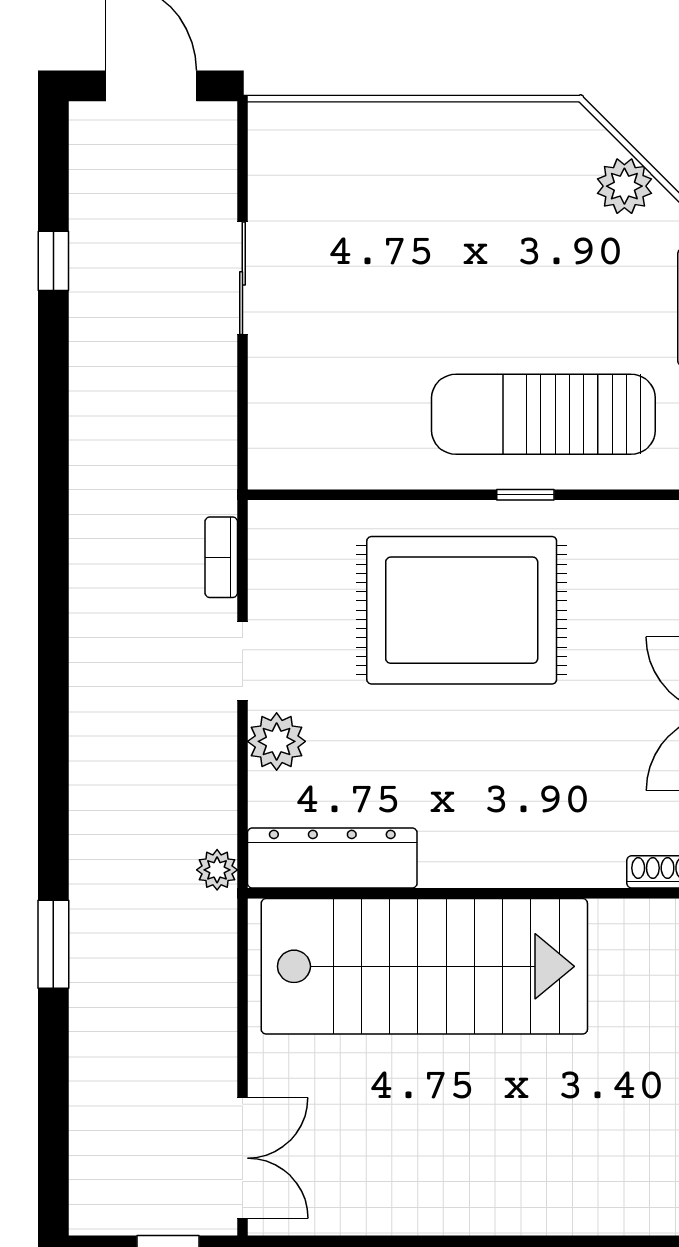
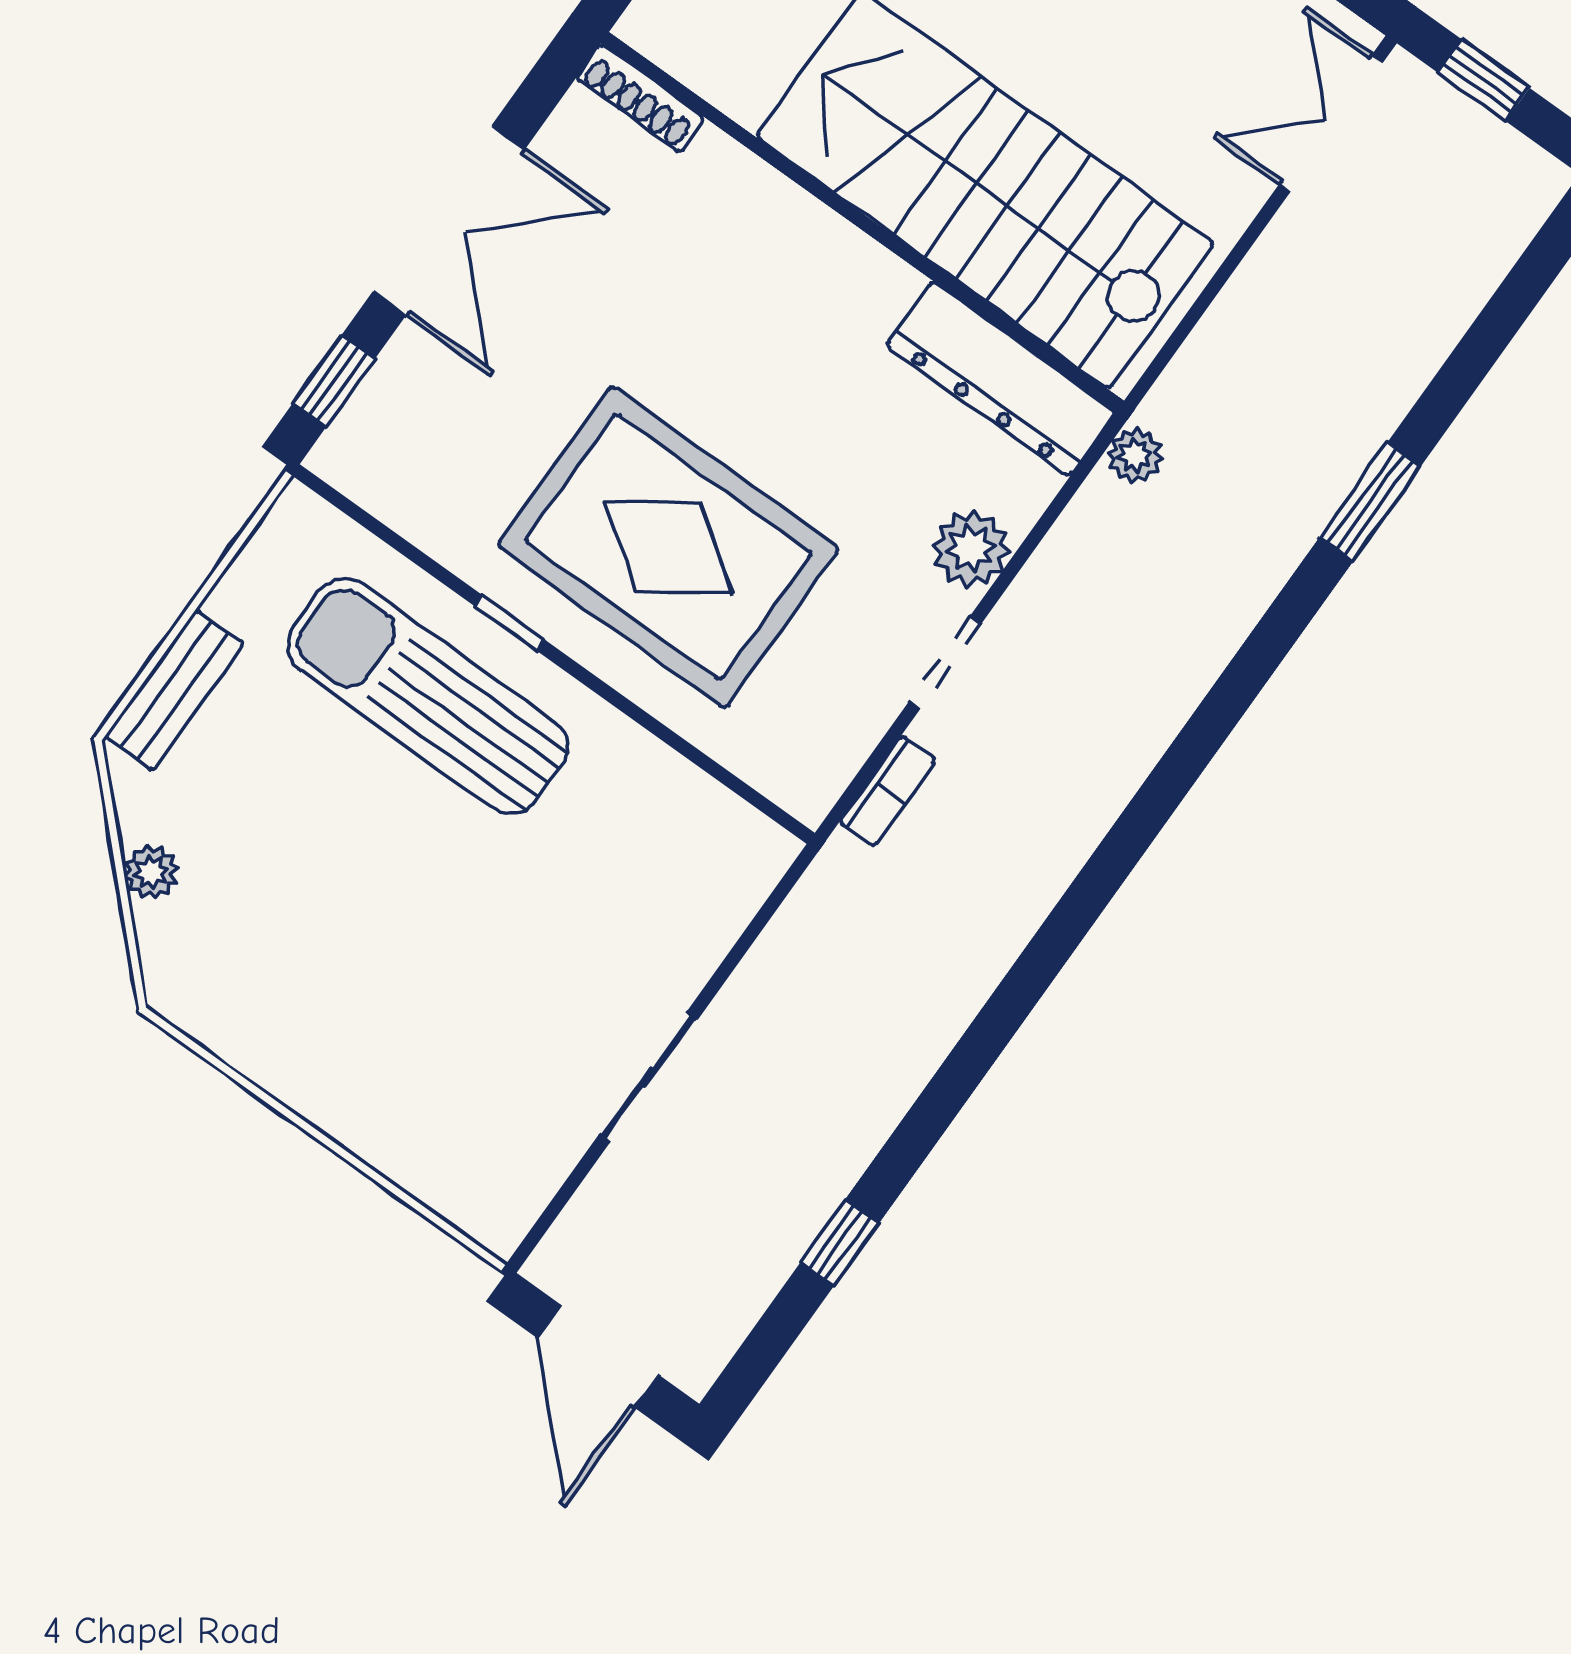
plant: (624, 186) -> (151, 872), width x0.73, depth x0.73
sun lounger: (543, 414) -> (428, 696), turned 180

